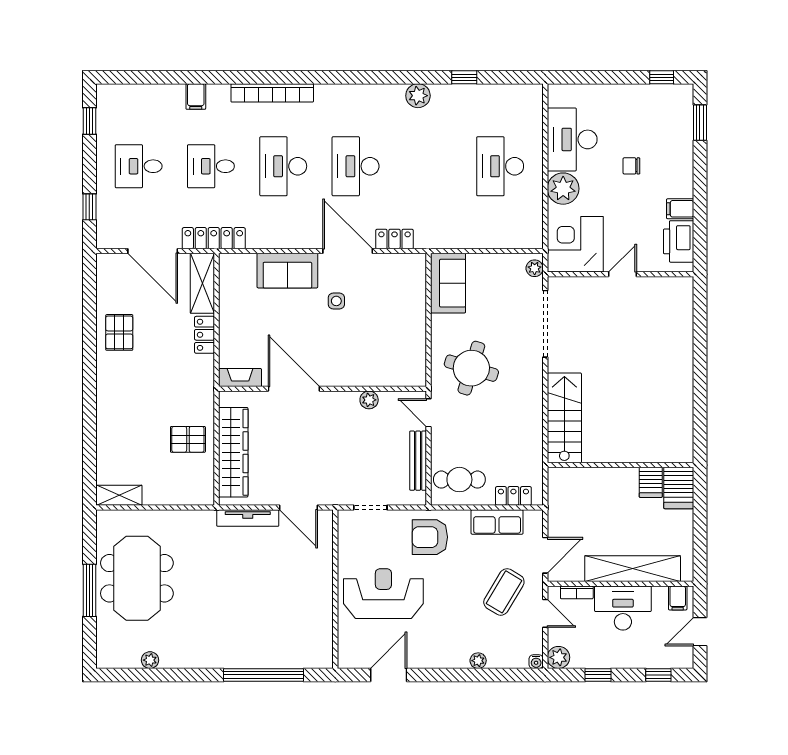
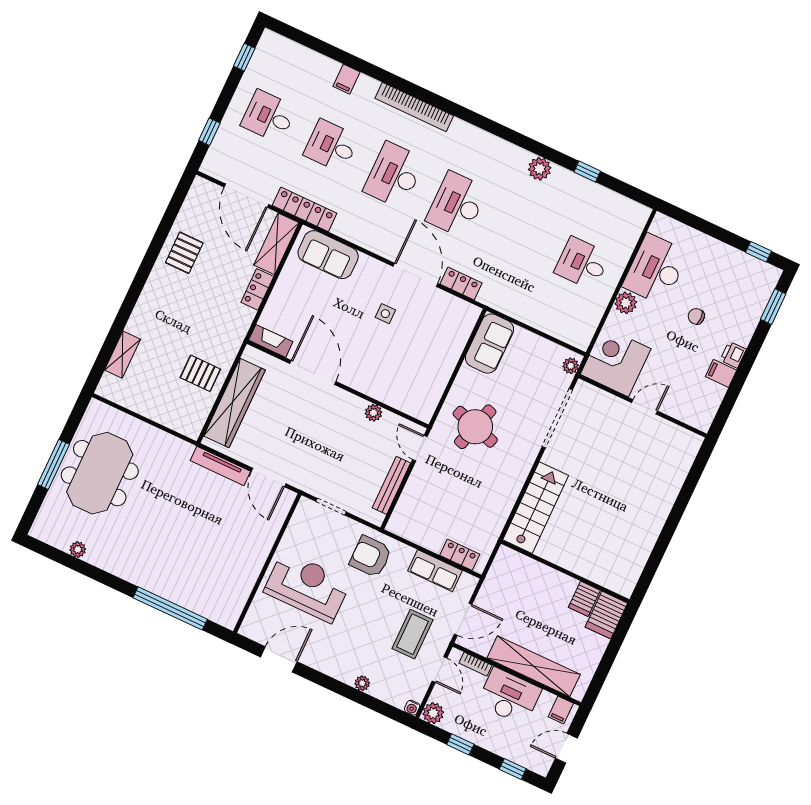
desk: (500, 166) -> (582, 263), width x0.73
plant: (563, 189) -> (626, 303), width x0.73, depth x0.73
printer: (679, 241) -> (733, 355), moved, width x0.53, depth x0.68
sofa: (287, 271) -> (328, 255), moved
cafe table: (459, 480) -> (420, 519), removed
shelving: (119, 495) -> (122, 355), moved, turned 90
coffee table: (504, 592) -> (413, 634), turned -31

